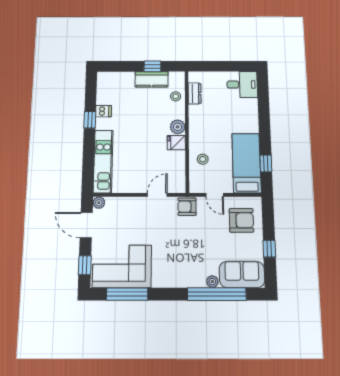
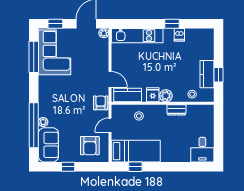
dresser: (195, 93) -> (176, 110), moved
kitchen counter: (177, 173) -> (128, 95), added

